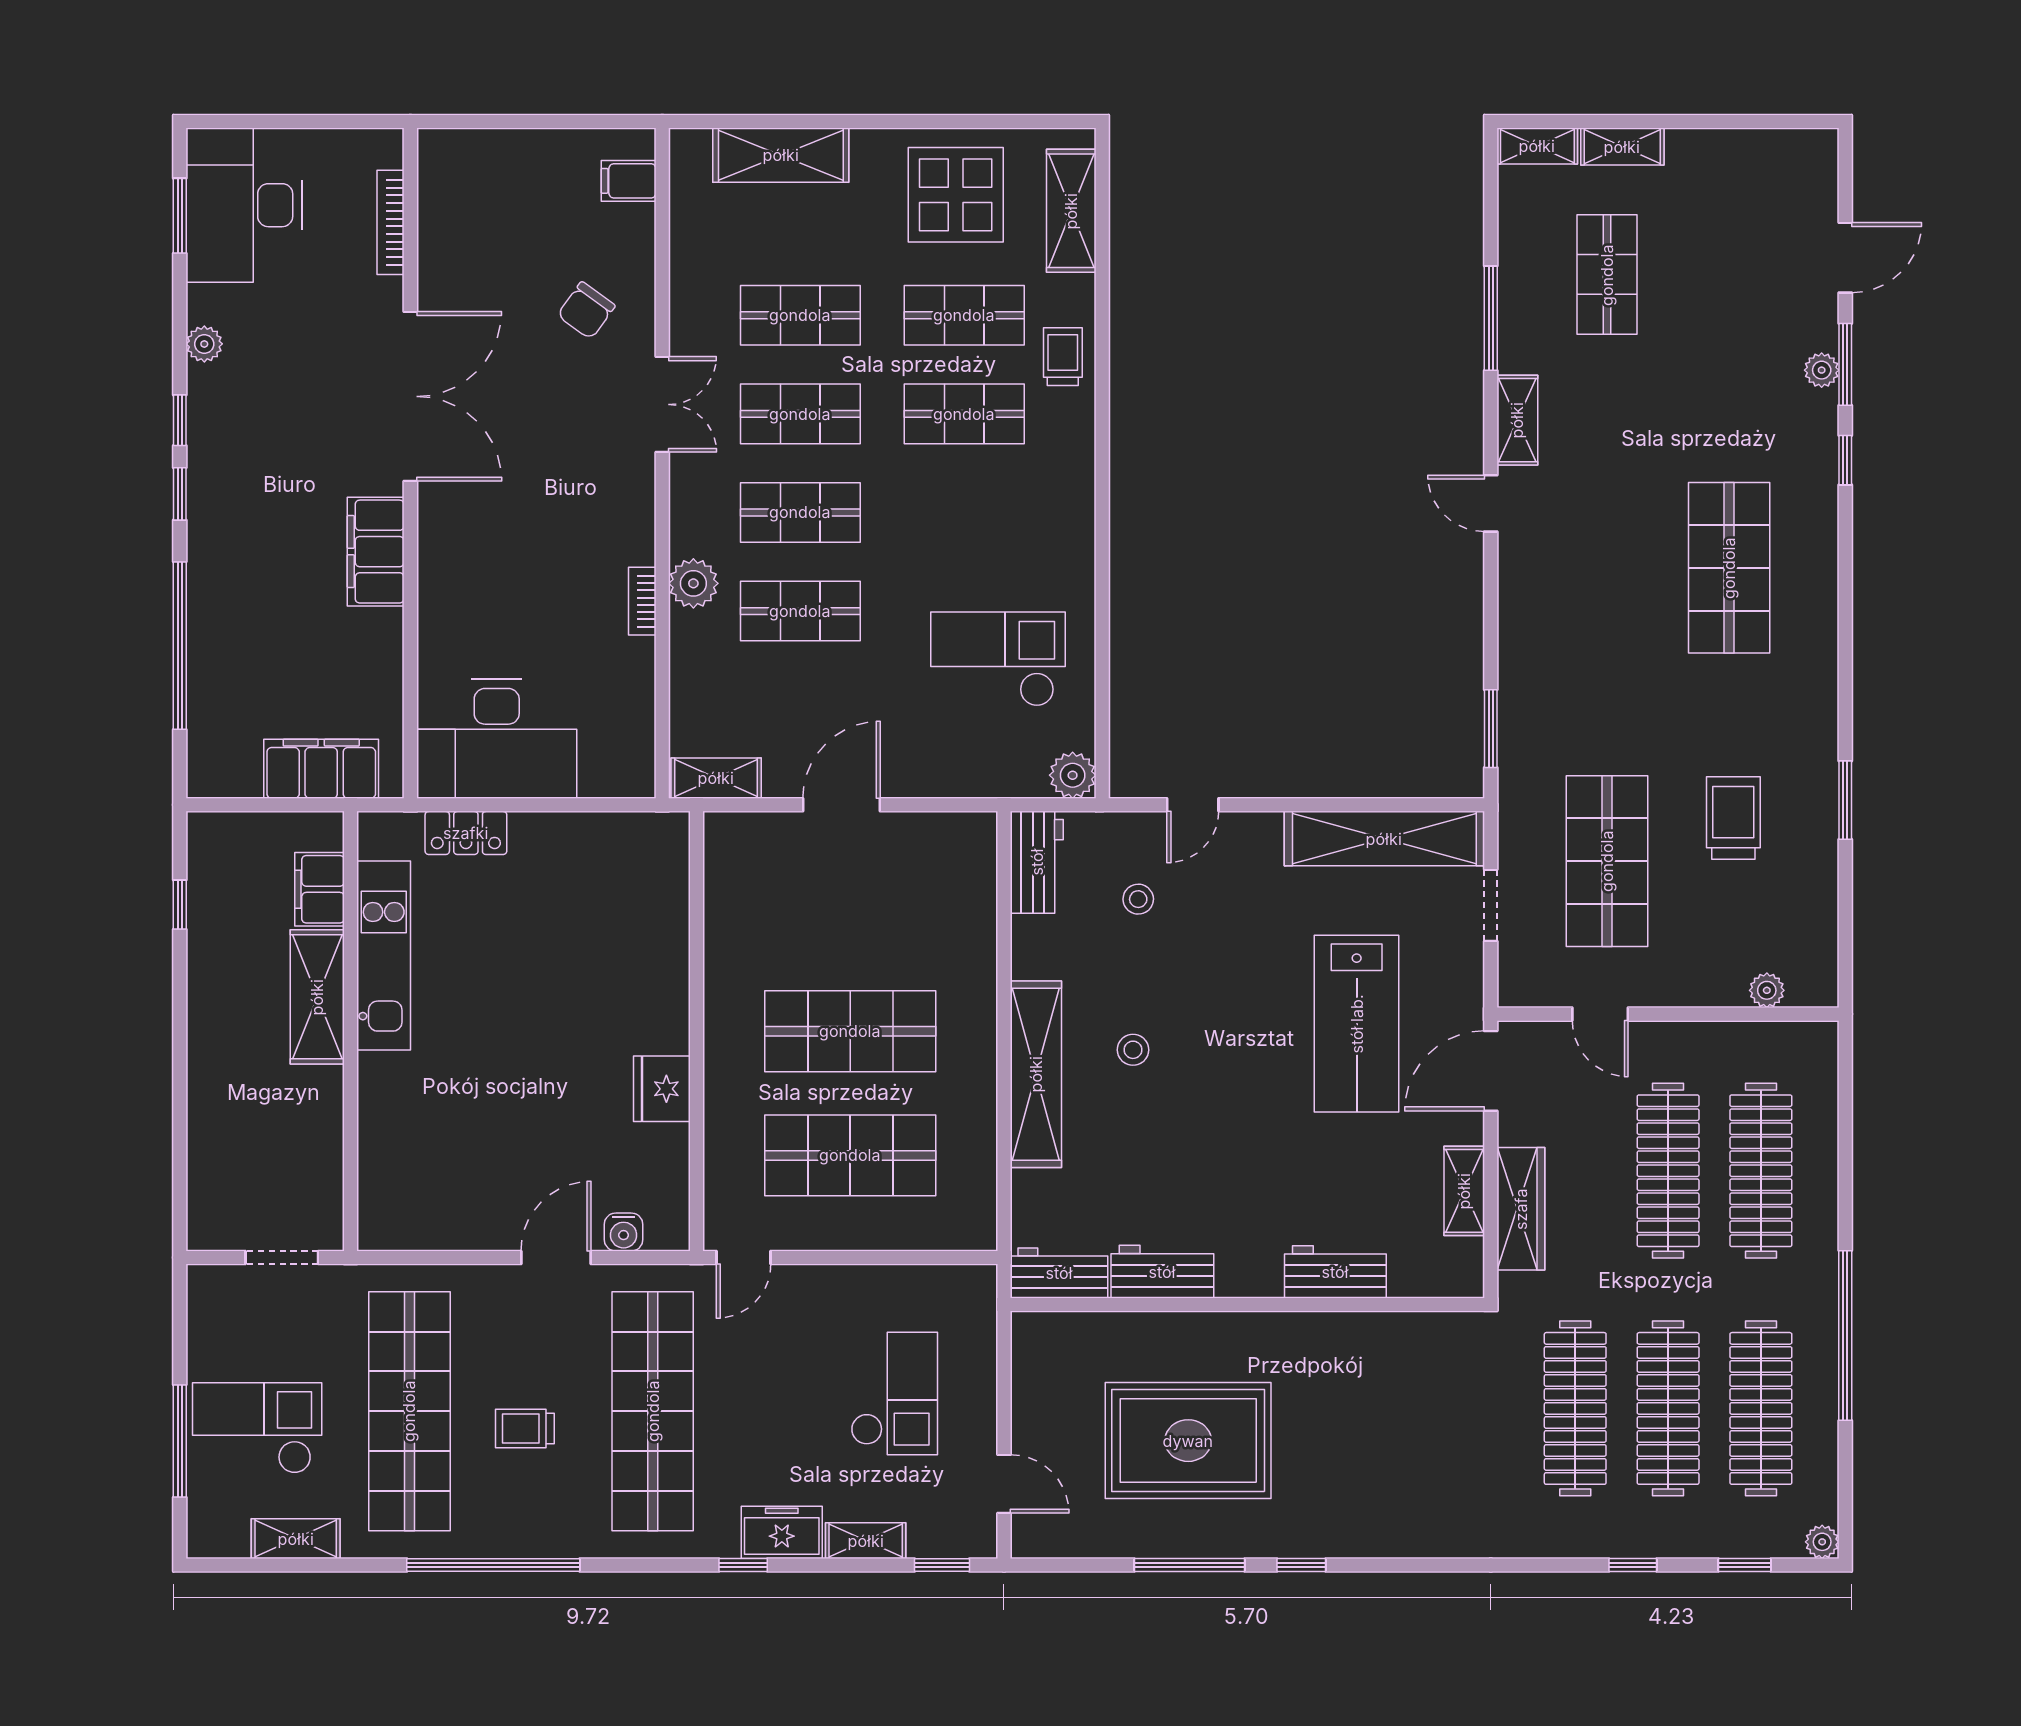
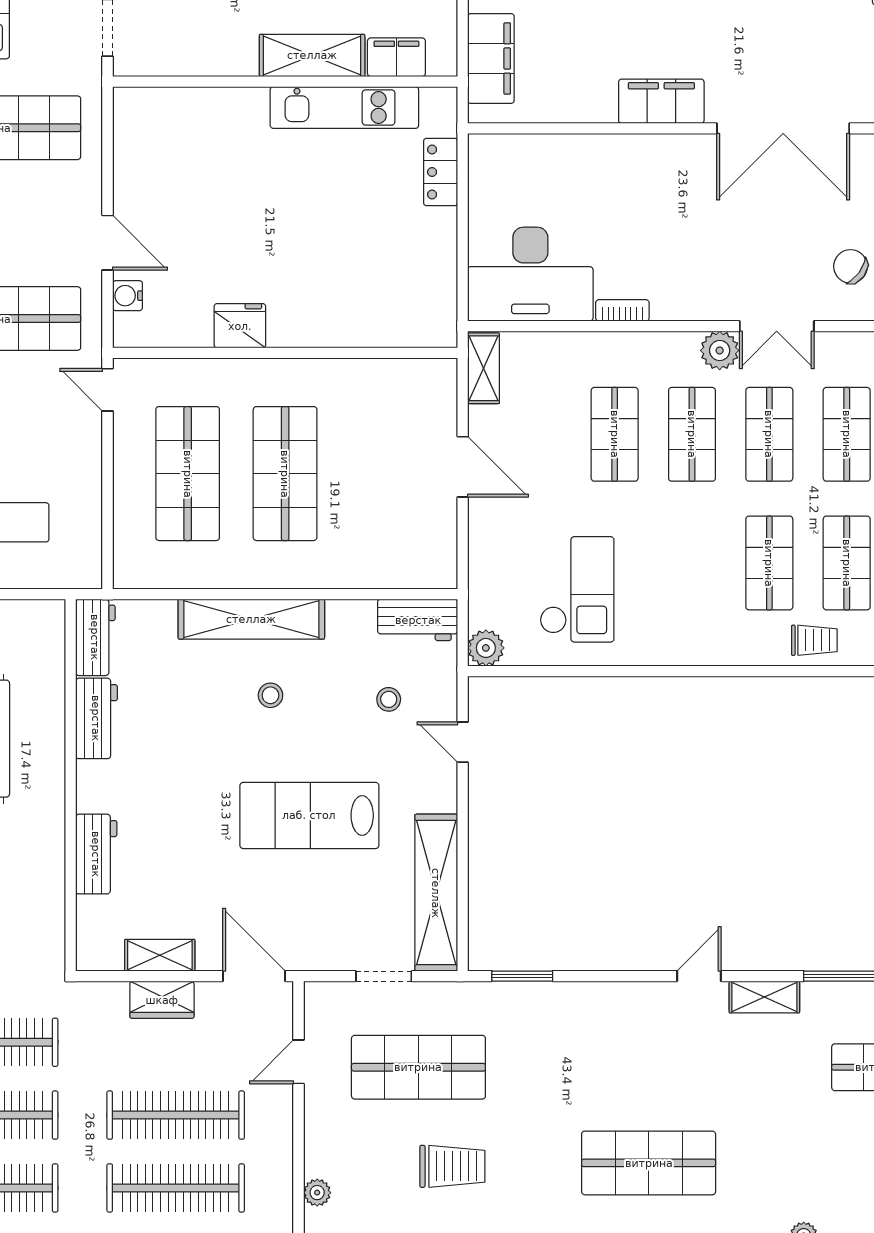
plant: (693, 583) -> (720, 350), moved
desk: (497, 739) -> (530, 274), moved, turned -90
lab bench: (1357, 1024) -> (309, 815), moved
wardrobe: (1521, 1209) -> (162, 1000), width x0.67

